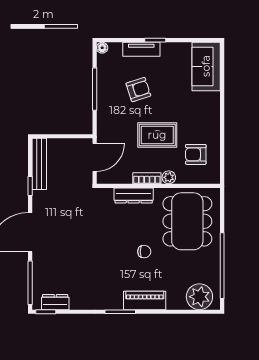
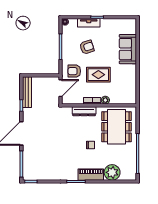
sofa: (206, 66) -> (128, 49), moved
armchair: (196, 154) -> (74, 71), moved
plant: (199, 297) -> (112, 172), moved
dresser: (55, 302) -> (37, 176), removed

